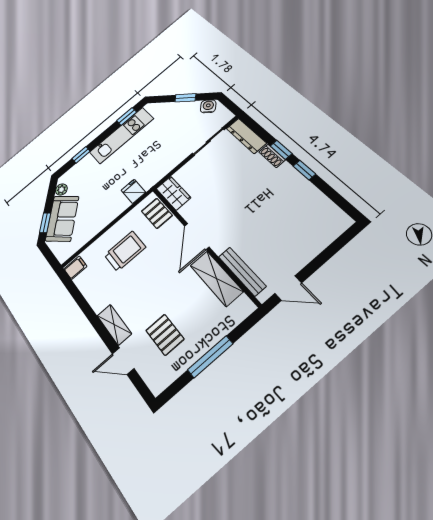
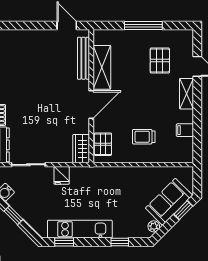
fridge: (133, 191) -> (62, 175), moved
trolley: (125, 251) -> (144, 137), width x0.73, depth x0.72
filing cabinet: (75, 268) -> (185, 130), moved

